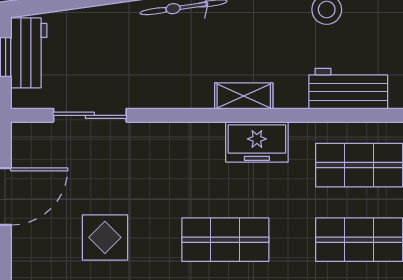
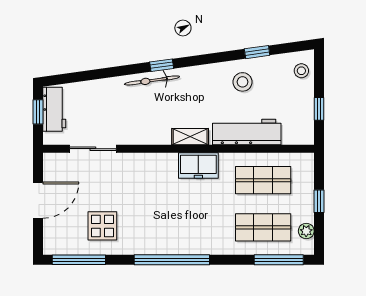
workbench: (348, 89) -> (247, 132), width x1.37
shop shelf: (225, 240) -> (178, 227), removed

